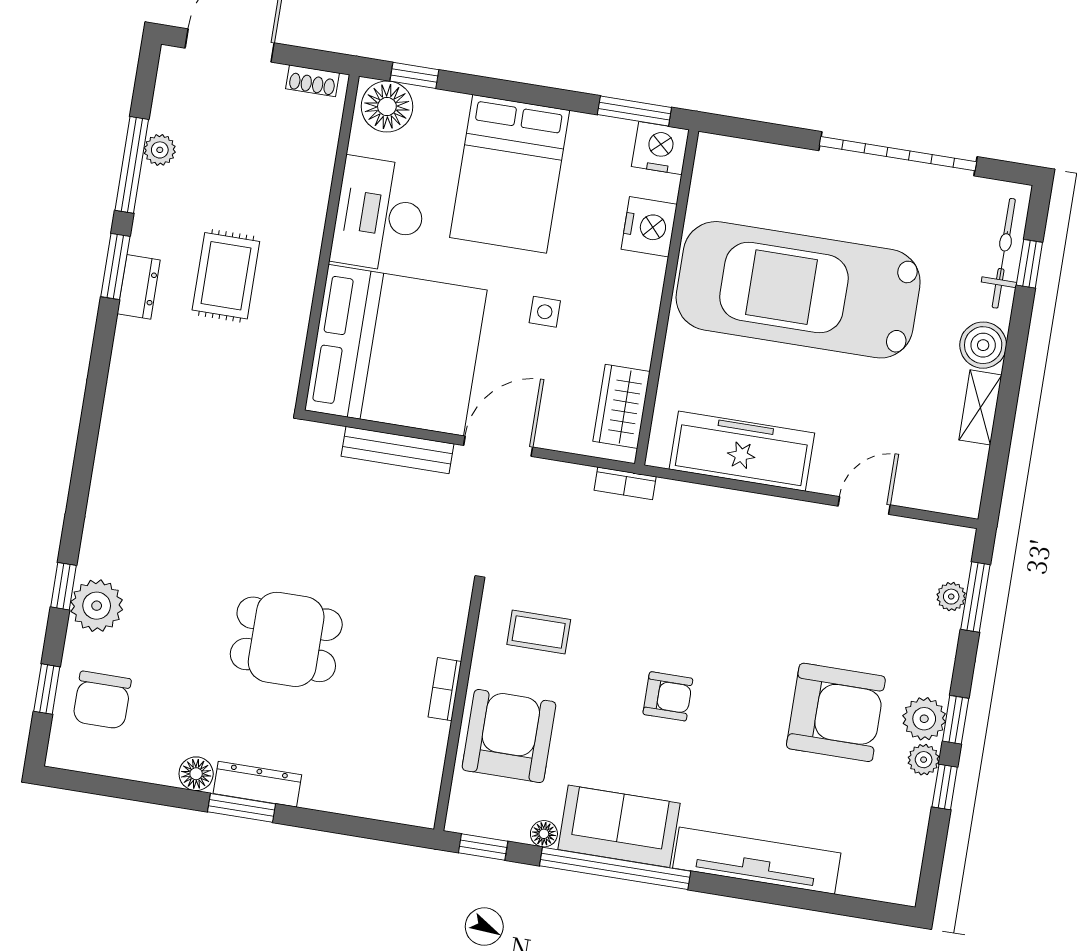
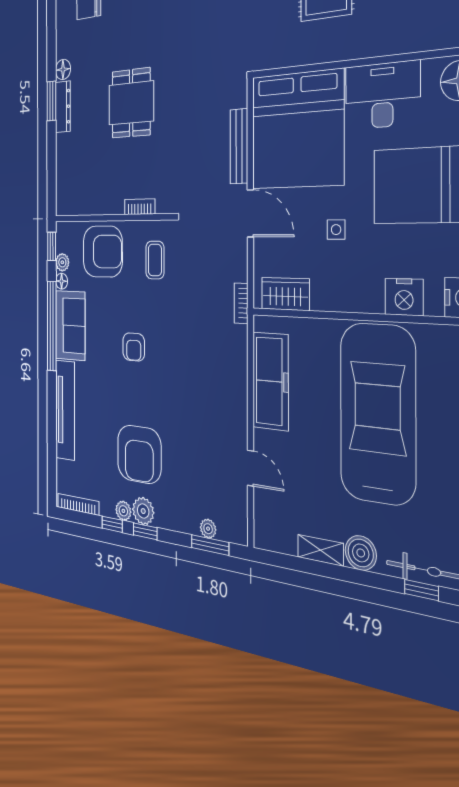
bookcase: (445, 689) -> (140, 207), moved
plant: (513, 827) -> (62, 262), added
bookcase: (912, 856) -> (78, 504), added

